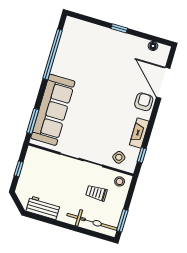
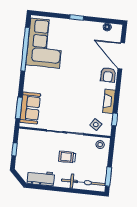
corner sofa: (77, 51) -> (45, 43), added
armchair: (144, 102) -> (108, 75), turned 180
sofa: (53, 110) -> (30, 108), width x0.54, depth x0.79
trolley: (96, 193) -> (67, 157), moved

